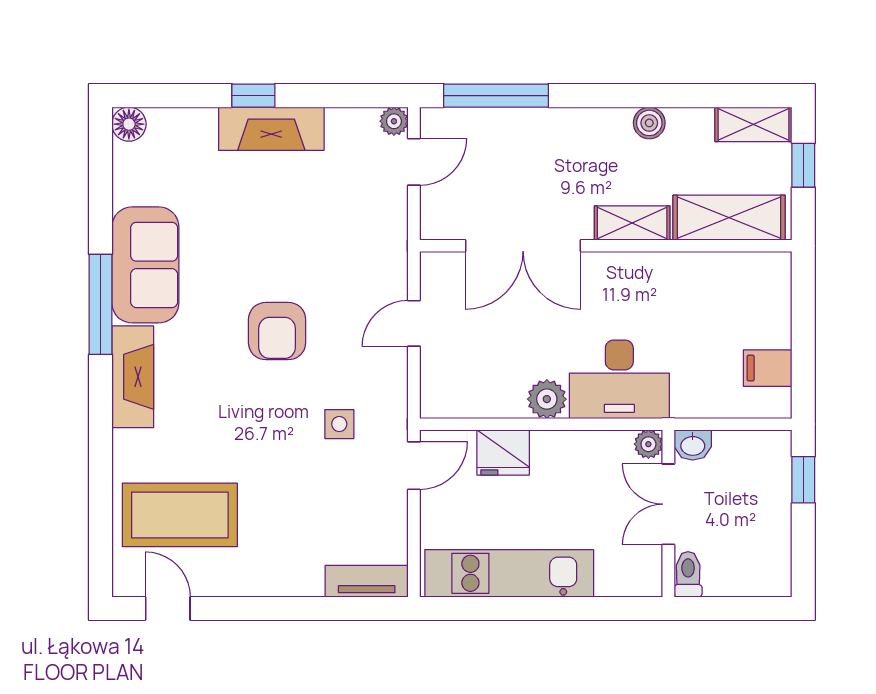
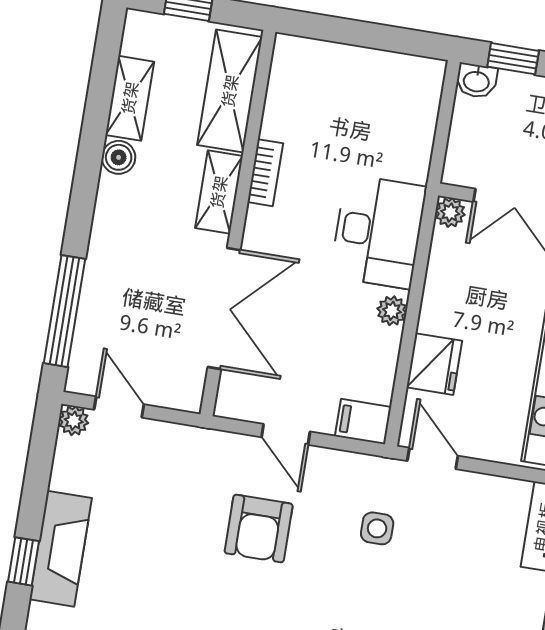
shelving: (753, 124) -> (130, 98), moved
bookcase: (657, 264) -> (265, 173), added
armchair: (277, 331) -> (259, 529), moved, turned 90
filing cabinet: (768, 368) -> (363, 422), moved, turned 90
plant: (547, 399) -> (392, 311), width x0.73, depth x0.73
washbasin: (693, 445) -> (476, 81), moved, turned 90

